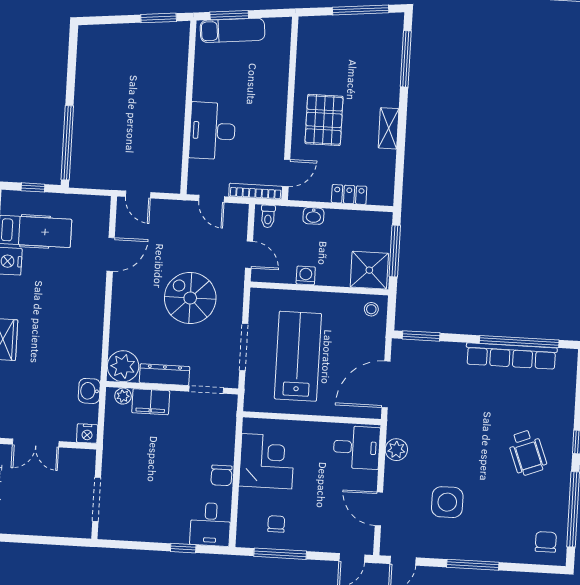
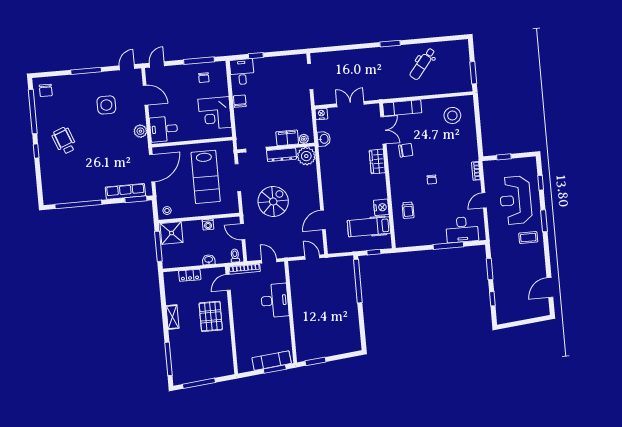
spiral stairs: (190, 298) -> (273, 201), turned -90
row of seats: (511, 356) -> (125, 191), moved, width x0.73

